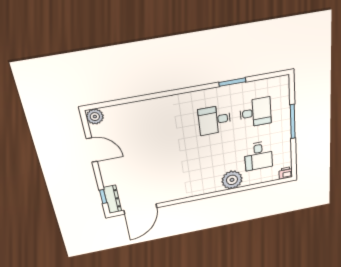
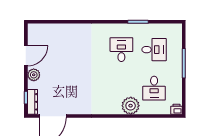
plant: (95, 117) -> (34, 75), moved
desk: (214, 120) -> (121, 50), turned 90
door: (92, 150) -> (26, 56), hinge flipped

